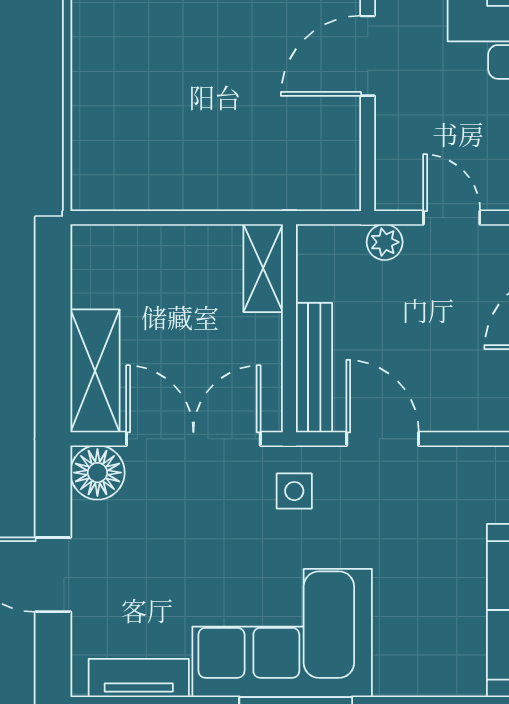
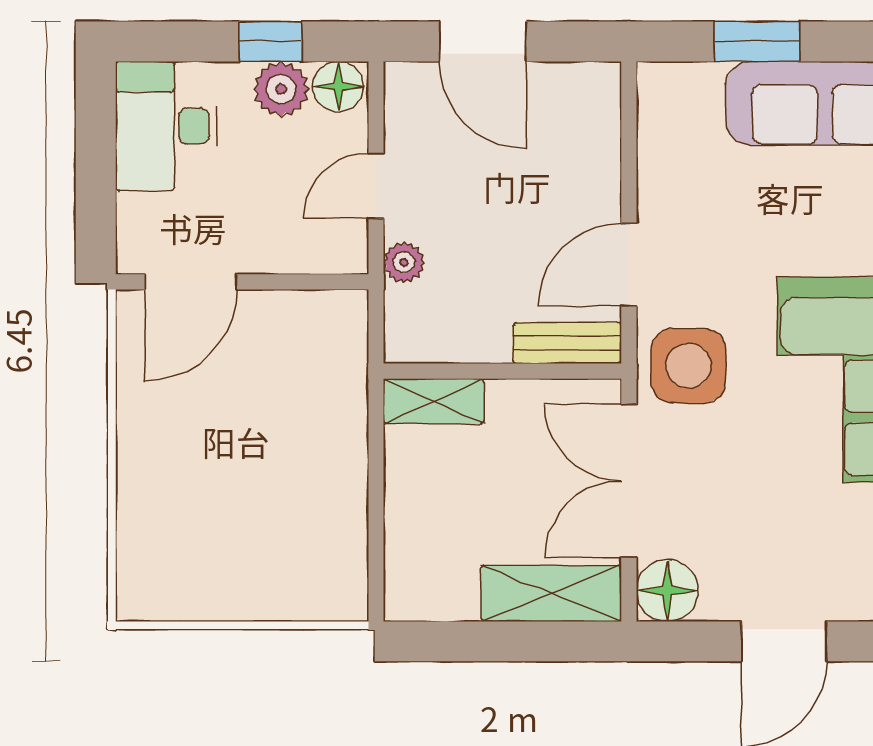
door: (368, 56) -> (191, 282), hinge flipped
bench: (314, 368) -> (567, 343), width x0.73
side table: (294, 491) -> (688, 366), width x1.87, depth x1.87

